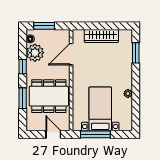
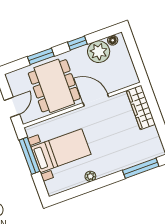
window: (44, 26) -> (133, 51), removed
wardrobe: (101, 36) -> (141, 107), moved
window: (136, 53) -> (141, 168), width x1.44
door: (71, 54) -> (96, 100), moved

